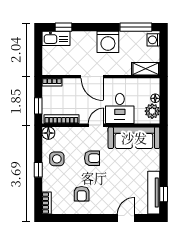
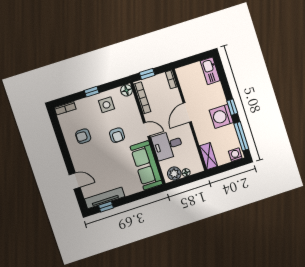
window: (64, 27) -> (232, 107), moved

